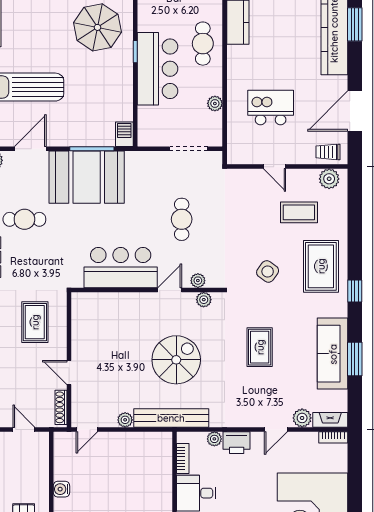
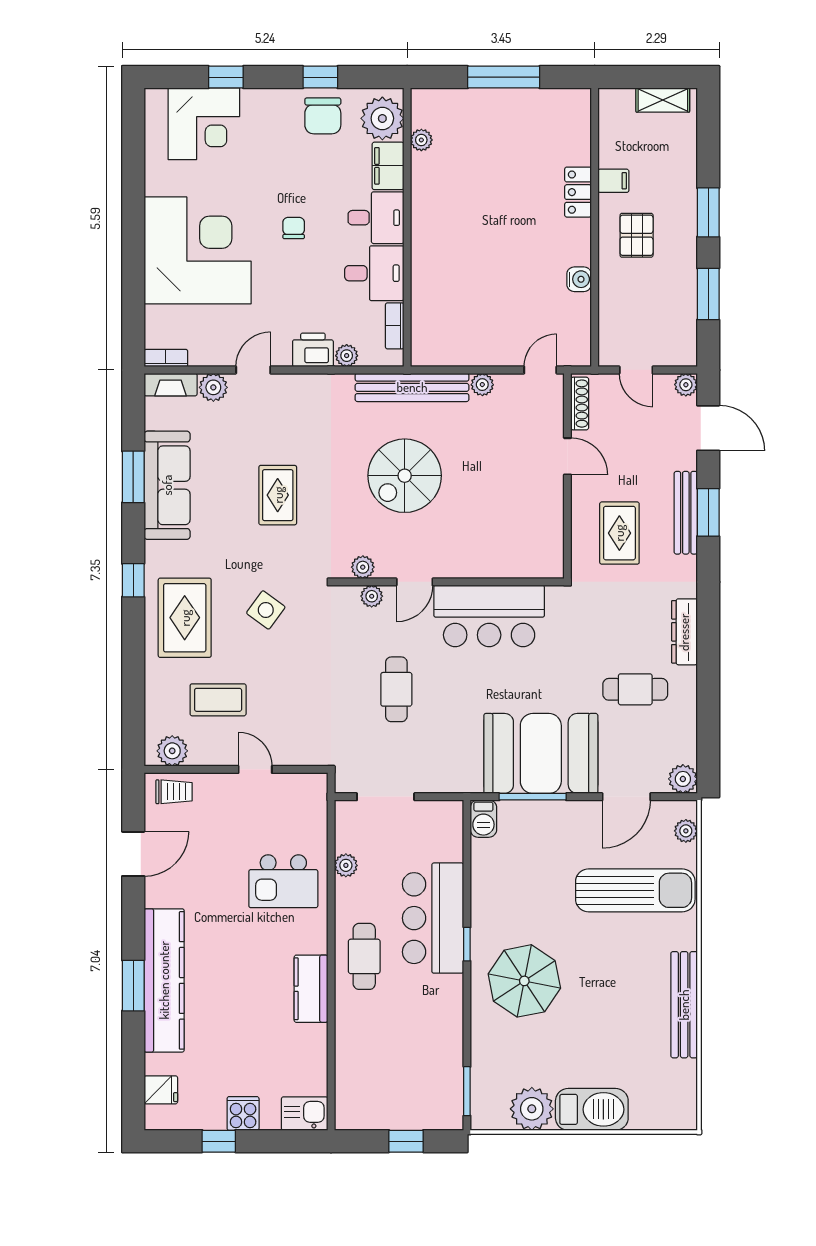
kitchen island: (271, 108) -> (283, 881), moved
door: (355, 111) -> (133, 854), width x0.73

